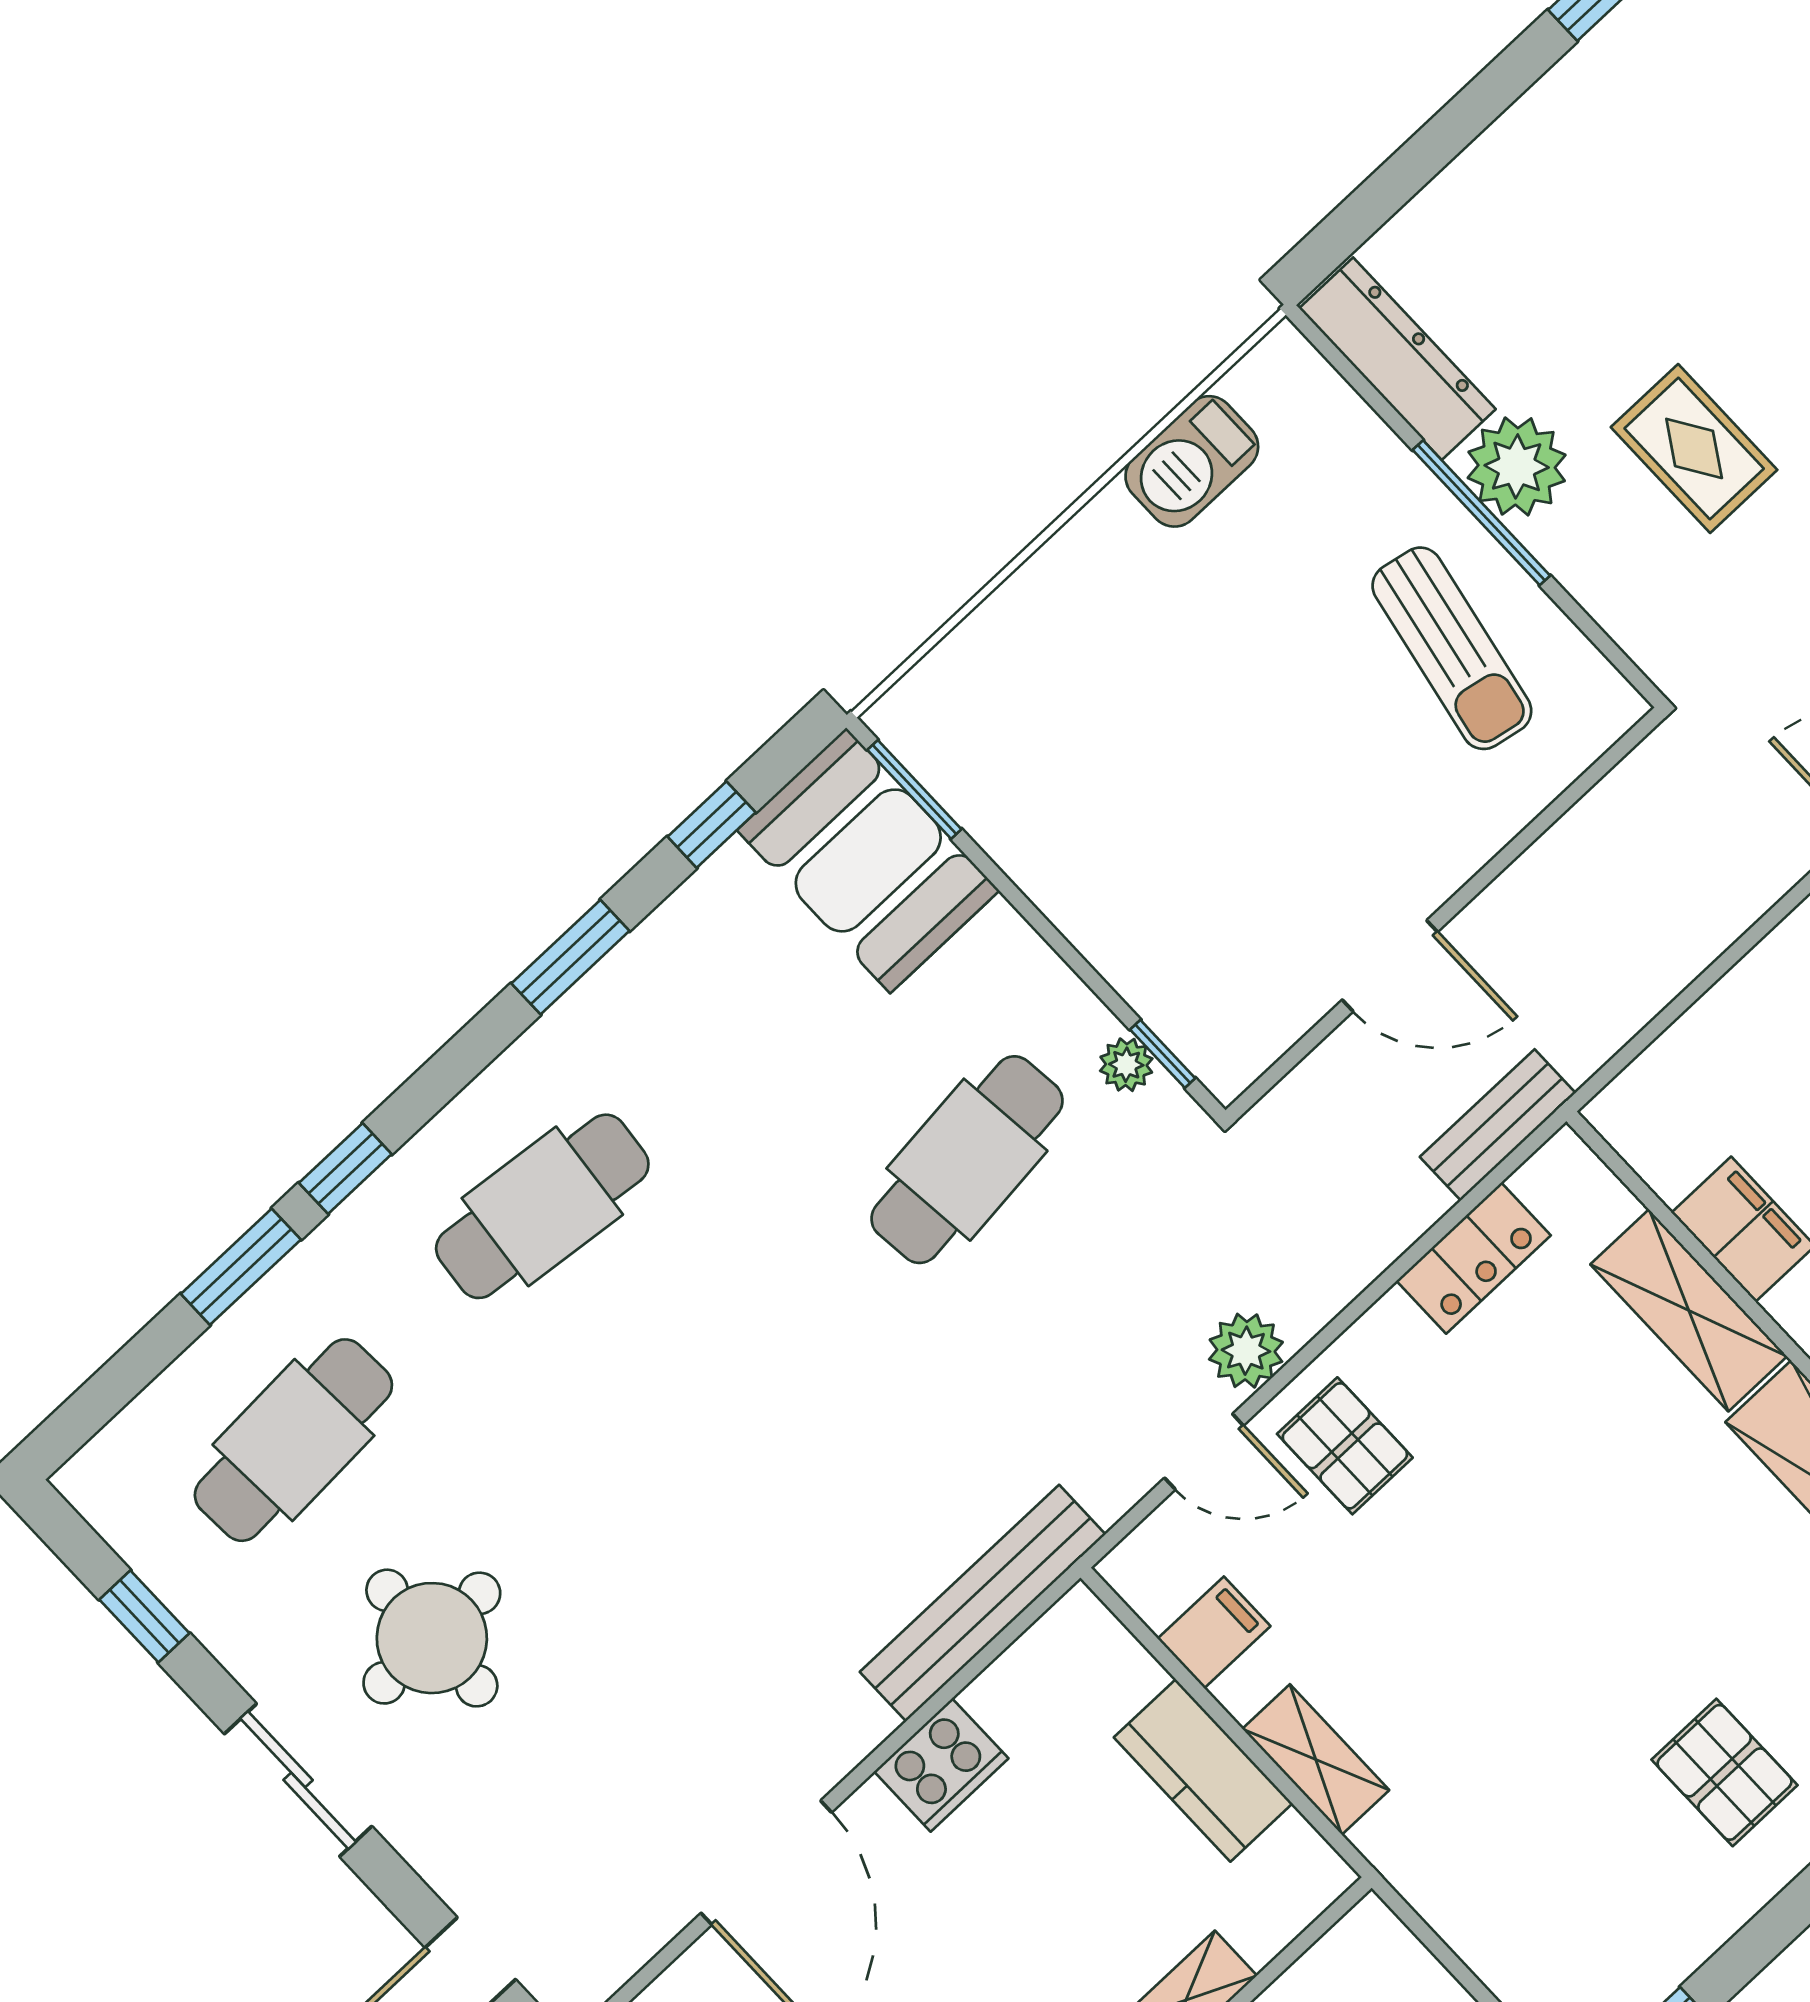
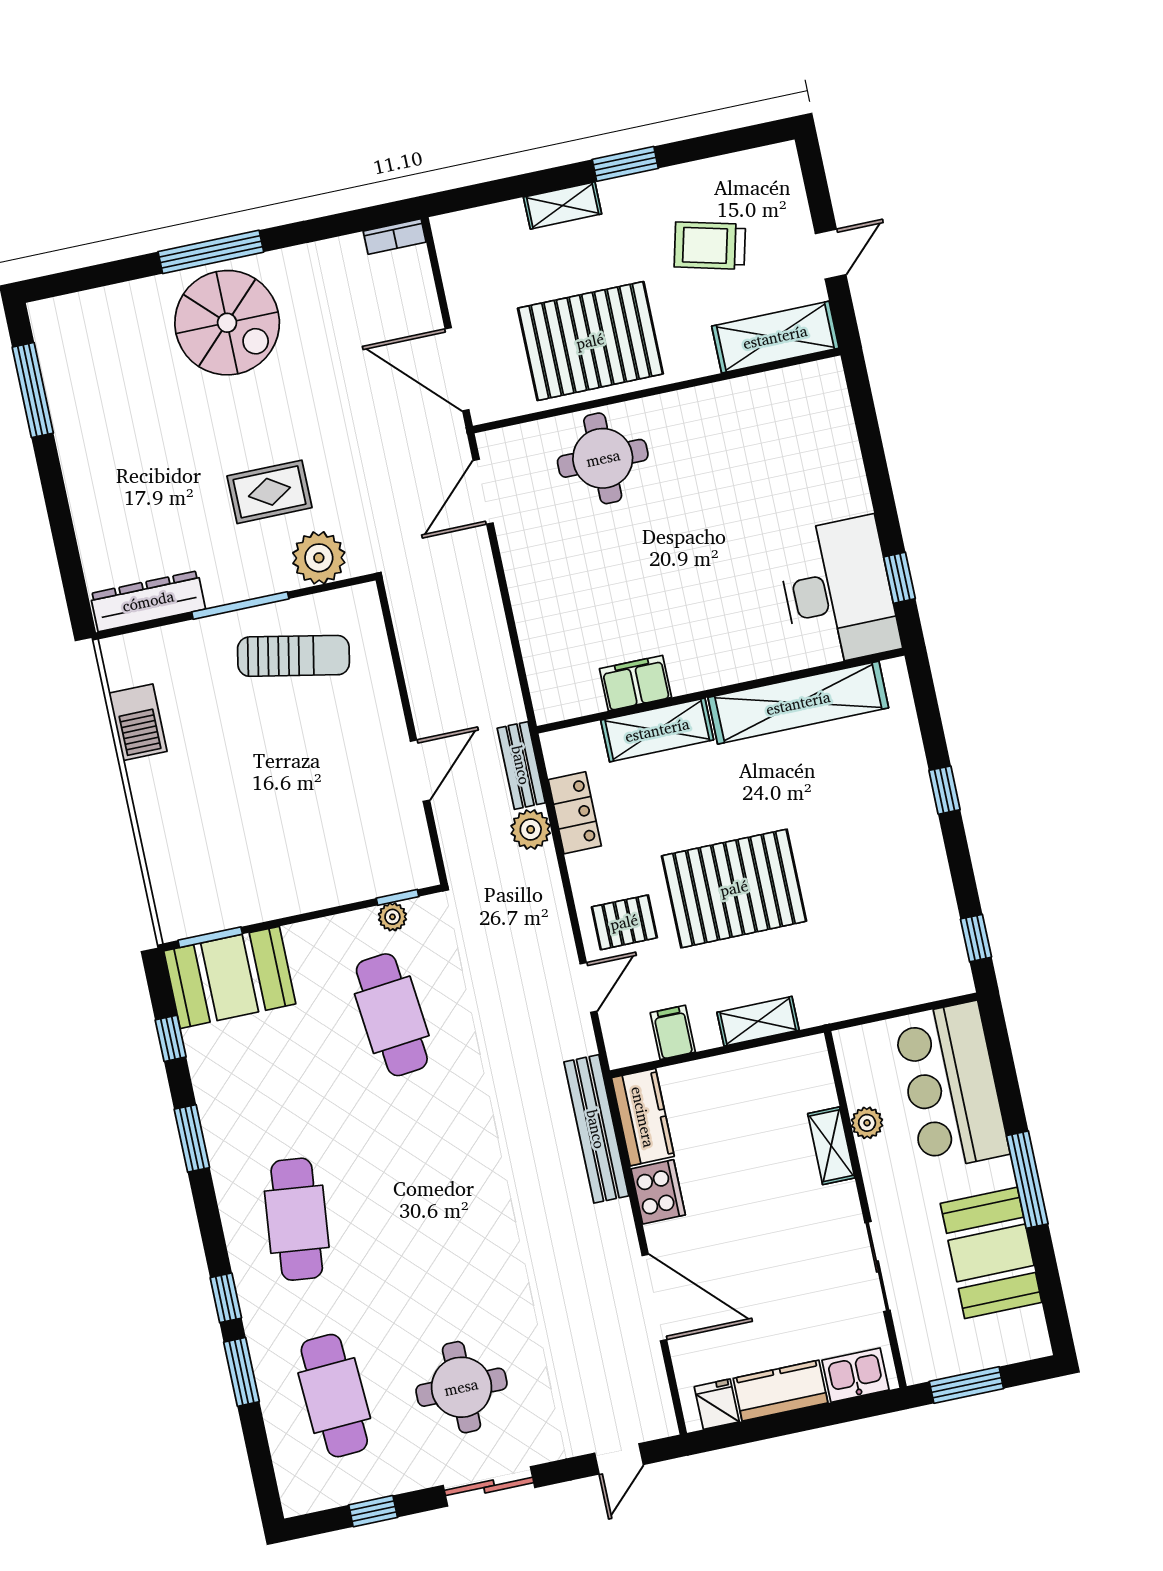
plant: (1517, 466) -> (319, 558), moved
plant: (1246, 1351) -> (531, 829), moved
kitchen counter: (1203, 1770) -> (643, 1117), moved, turned -90
pallet: (1725, 1772) -> (734, 888), moved, width x2.05, depth x2.00

